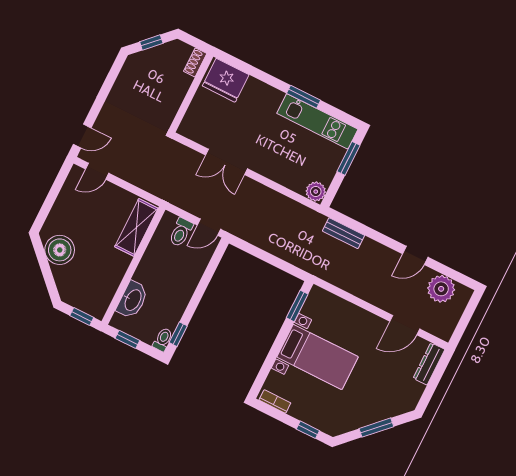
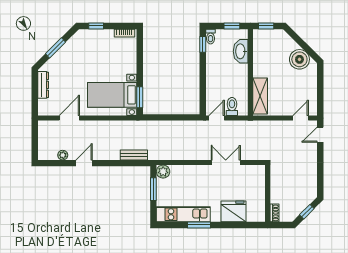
fridge: (226, 80) -> (233, 211), moved
window: (348, 158) -> (153, 189), moved
plant: (441, 289) -> (63, 155), width x0.53, depth x0.53
bed with nightstands: (318, 357) -> (112, 95), moved
dresser: (429, 364) -> (43, 85), moved

